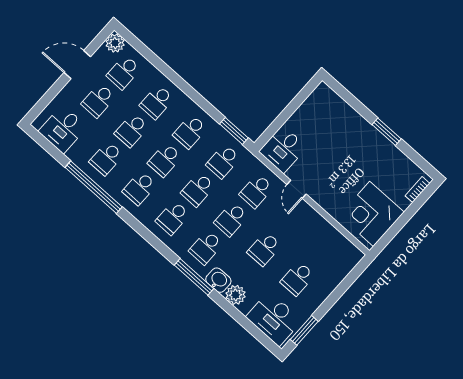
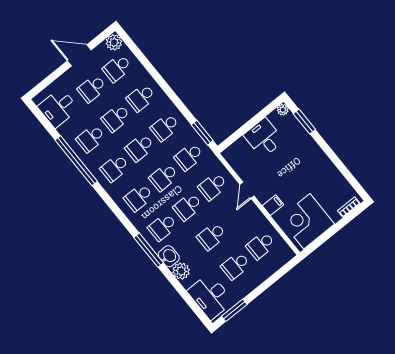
plant: (323, 89) -> (283, 110), added
window: (387, 132) -> (304, 122), moved
desk: (283, 149) -> (264, 138), moved, turned 90
filing cabinet: (329, 202) -> (273, 205), added
school desk: (323, 250) -> (261, 245), added

